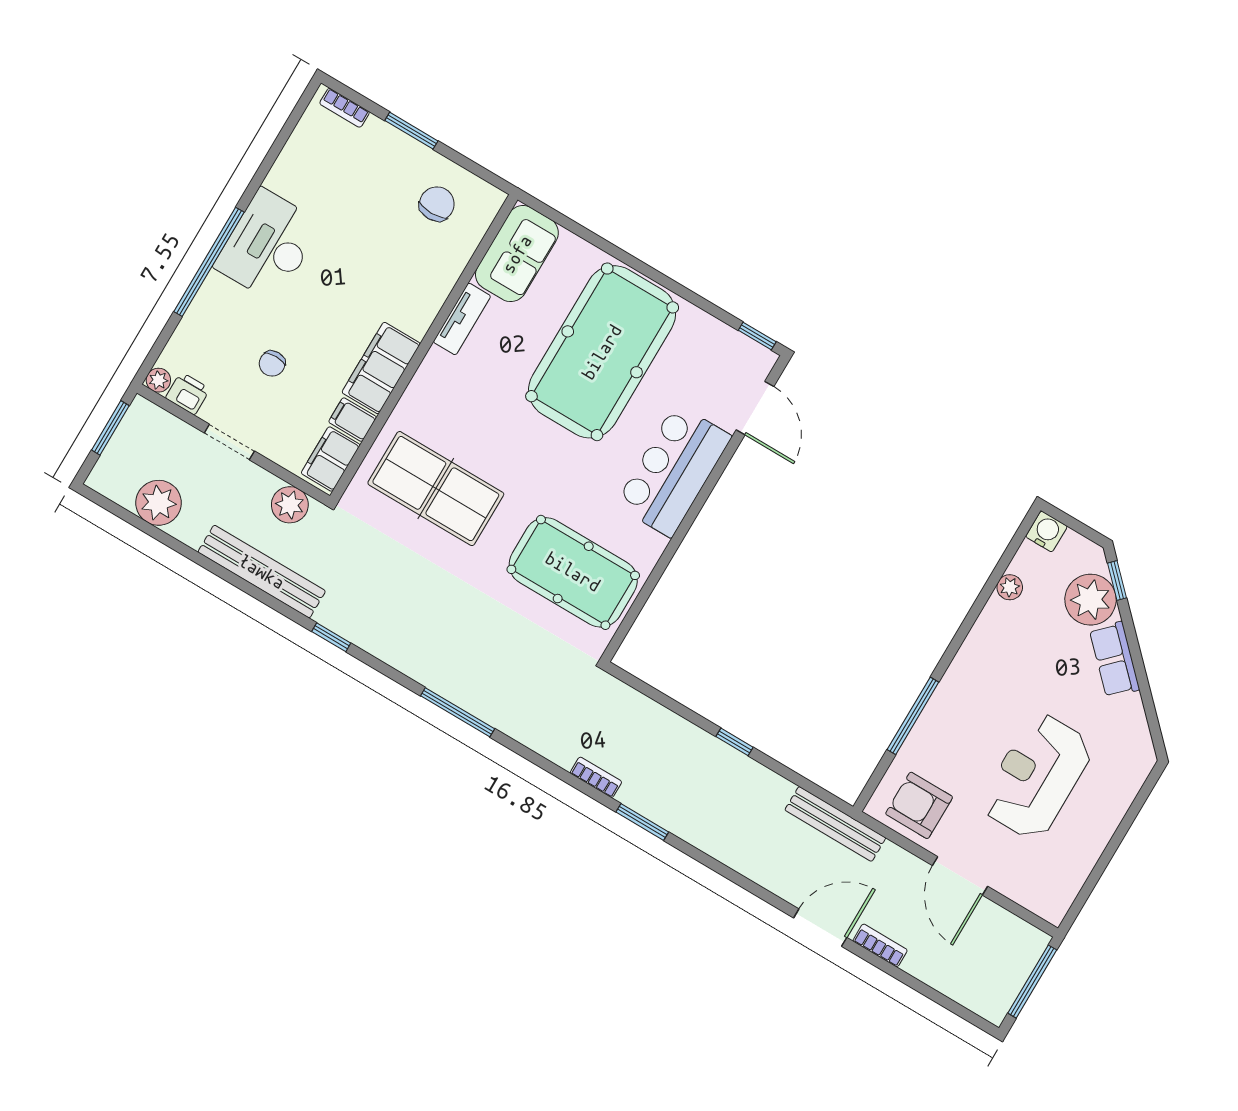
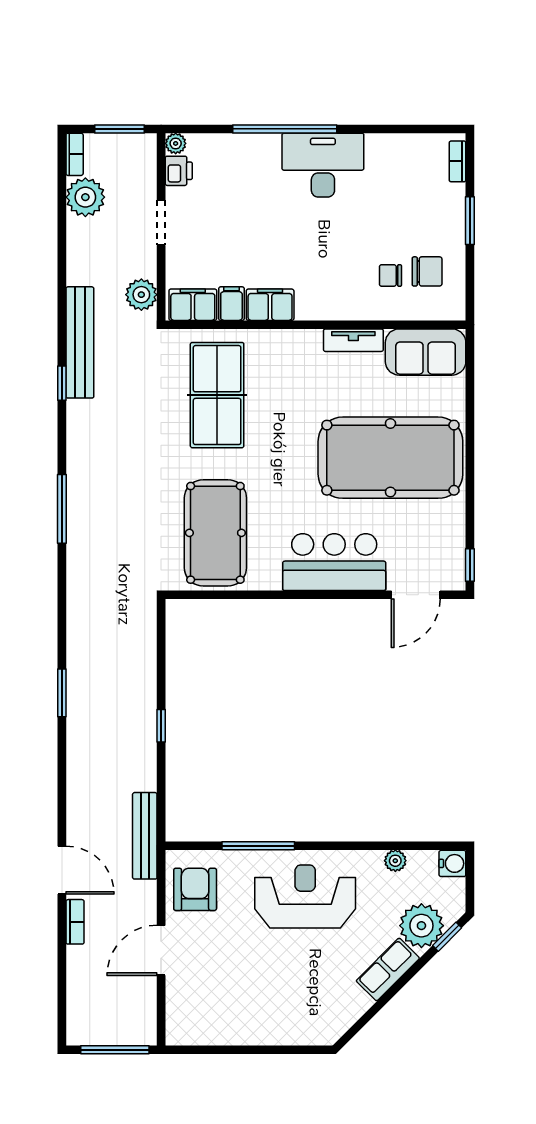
chair: (272, 364) -> (390, 275), moved
filing cabinet: (381, 368) -> (270, 305), width x0.67, depth x0.86
bench: (262, 572) -> (80, 342), moved
reception desk: (1037, 776) -> (305, 896), moved
bookcase: (596, 777) -> (75, 154), moved

